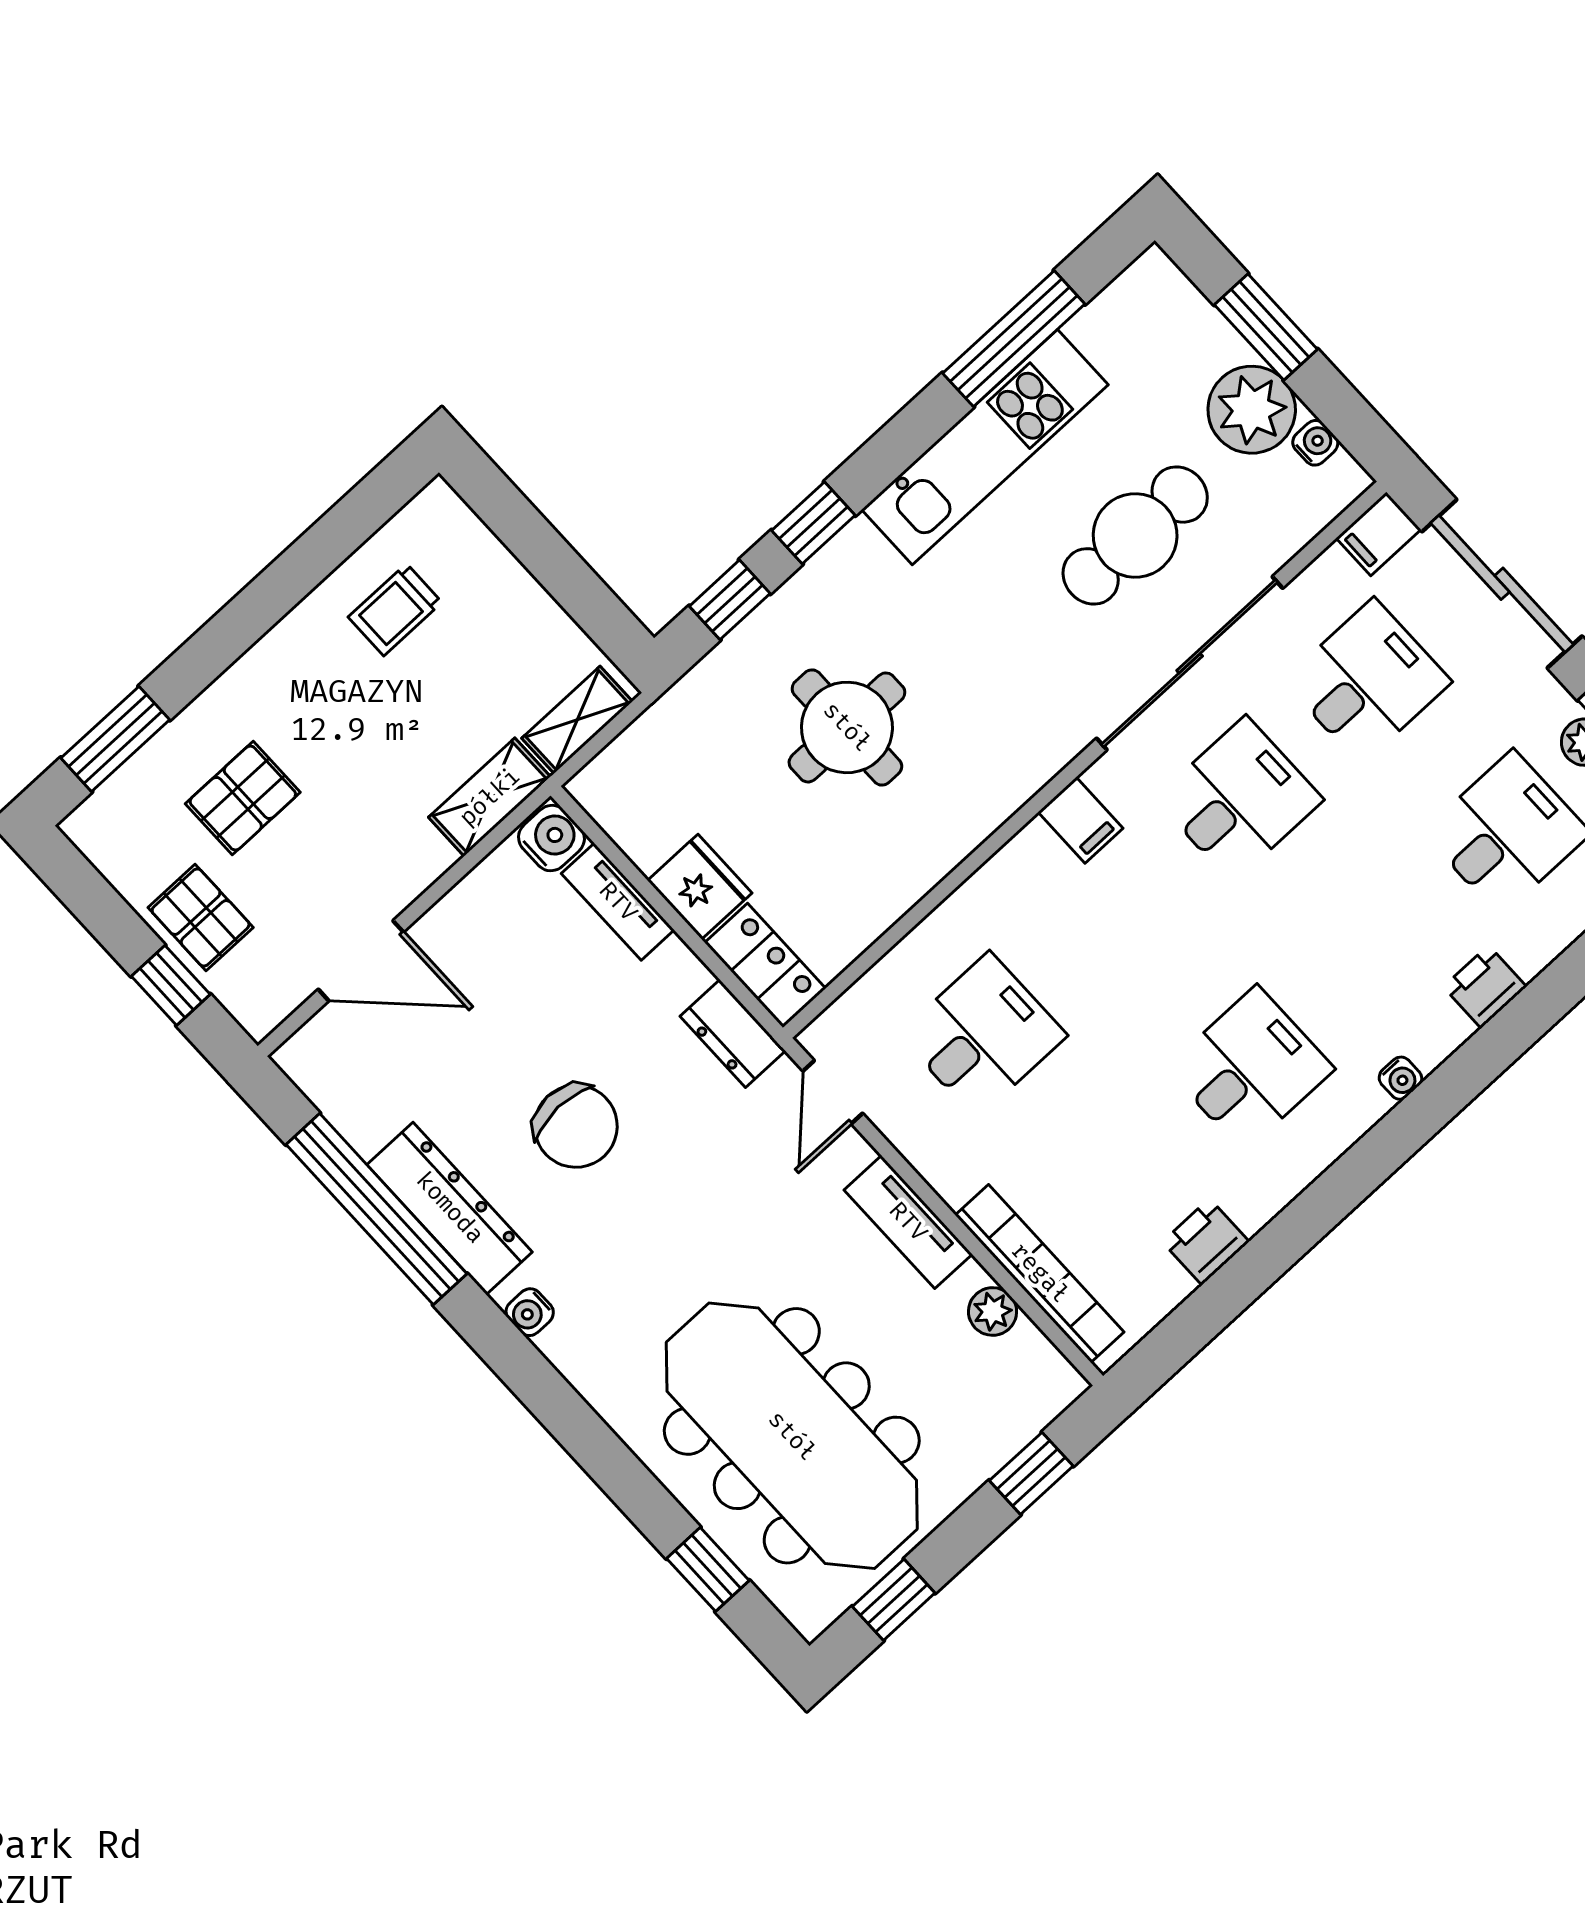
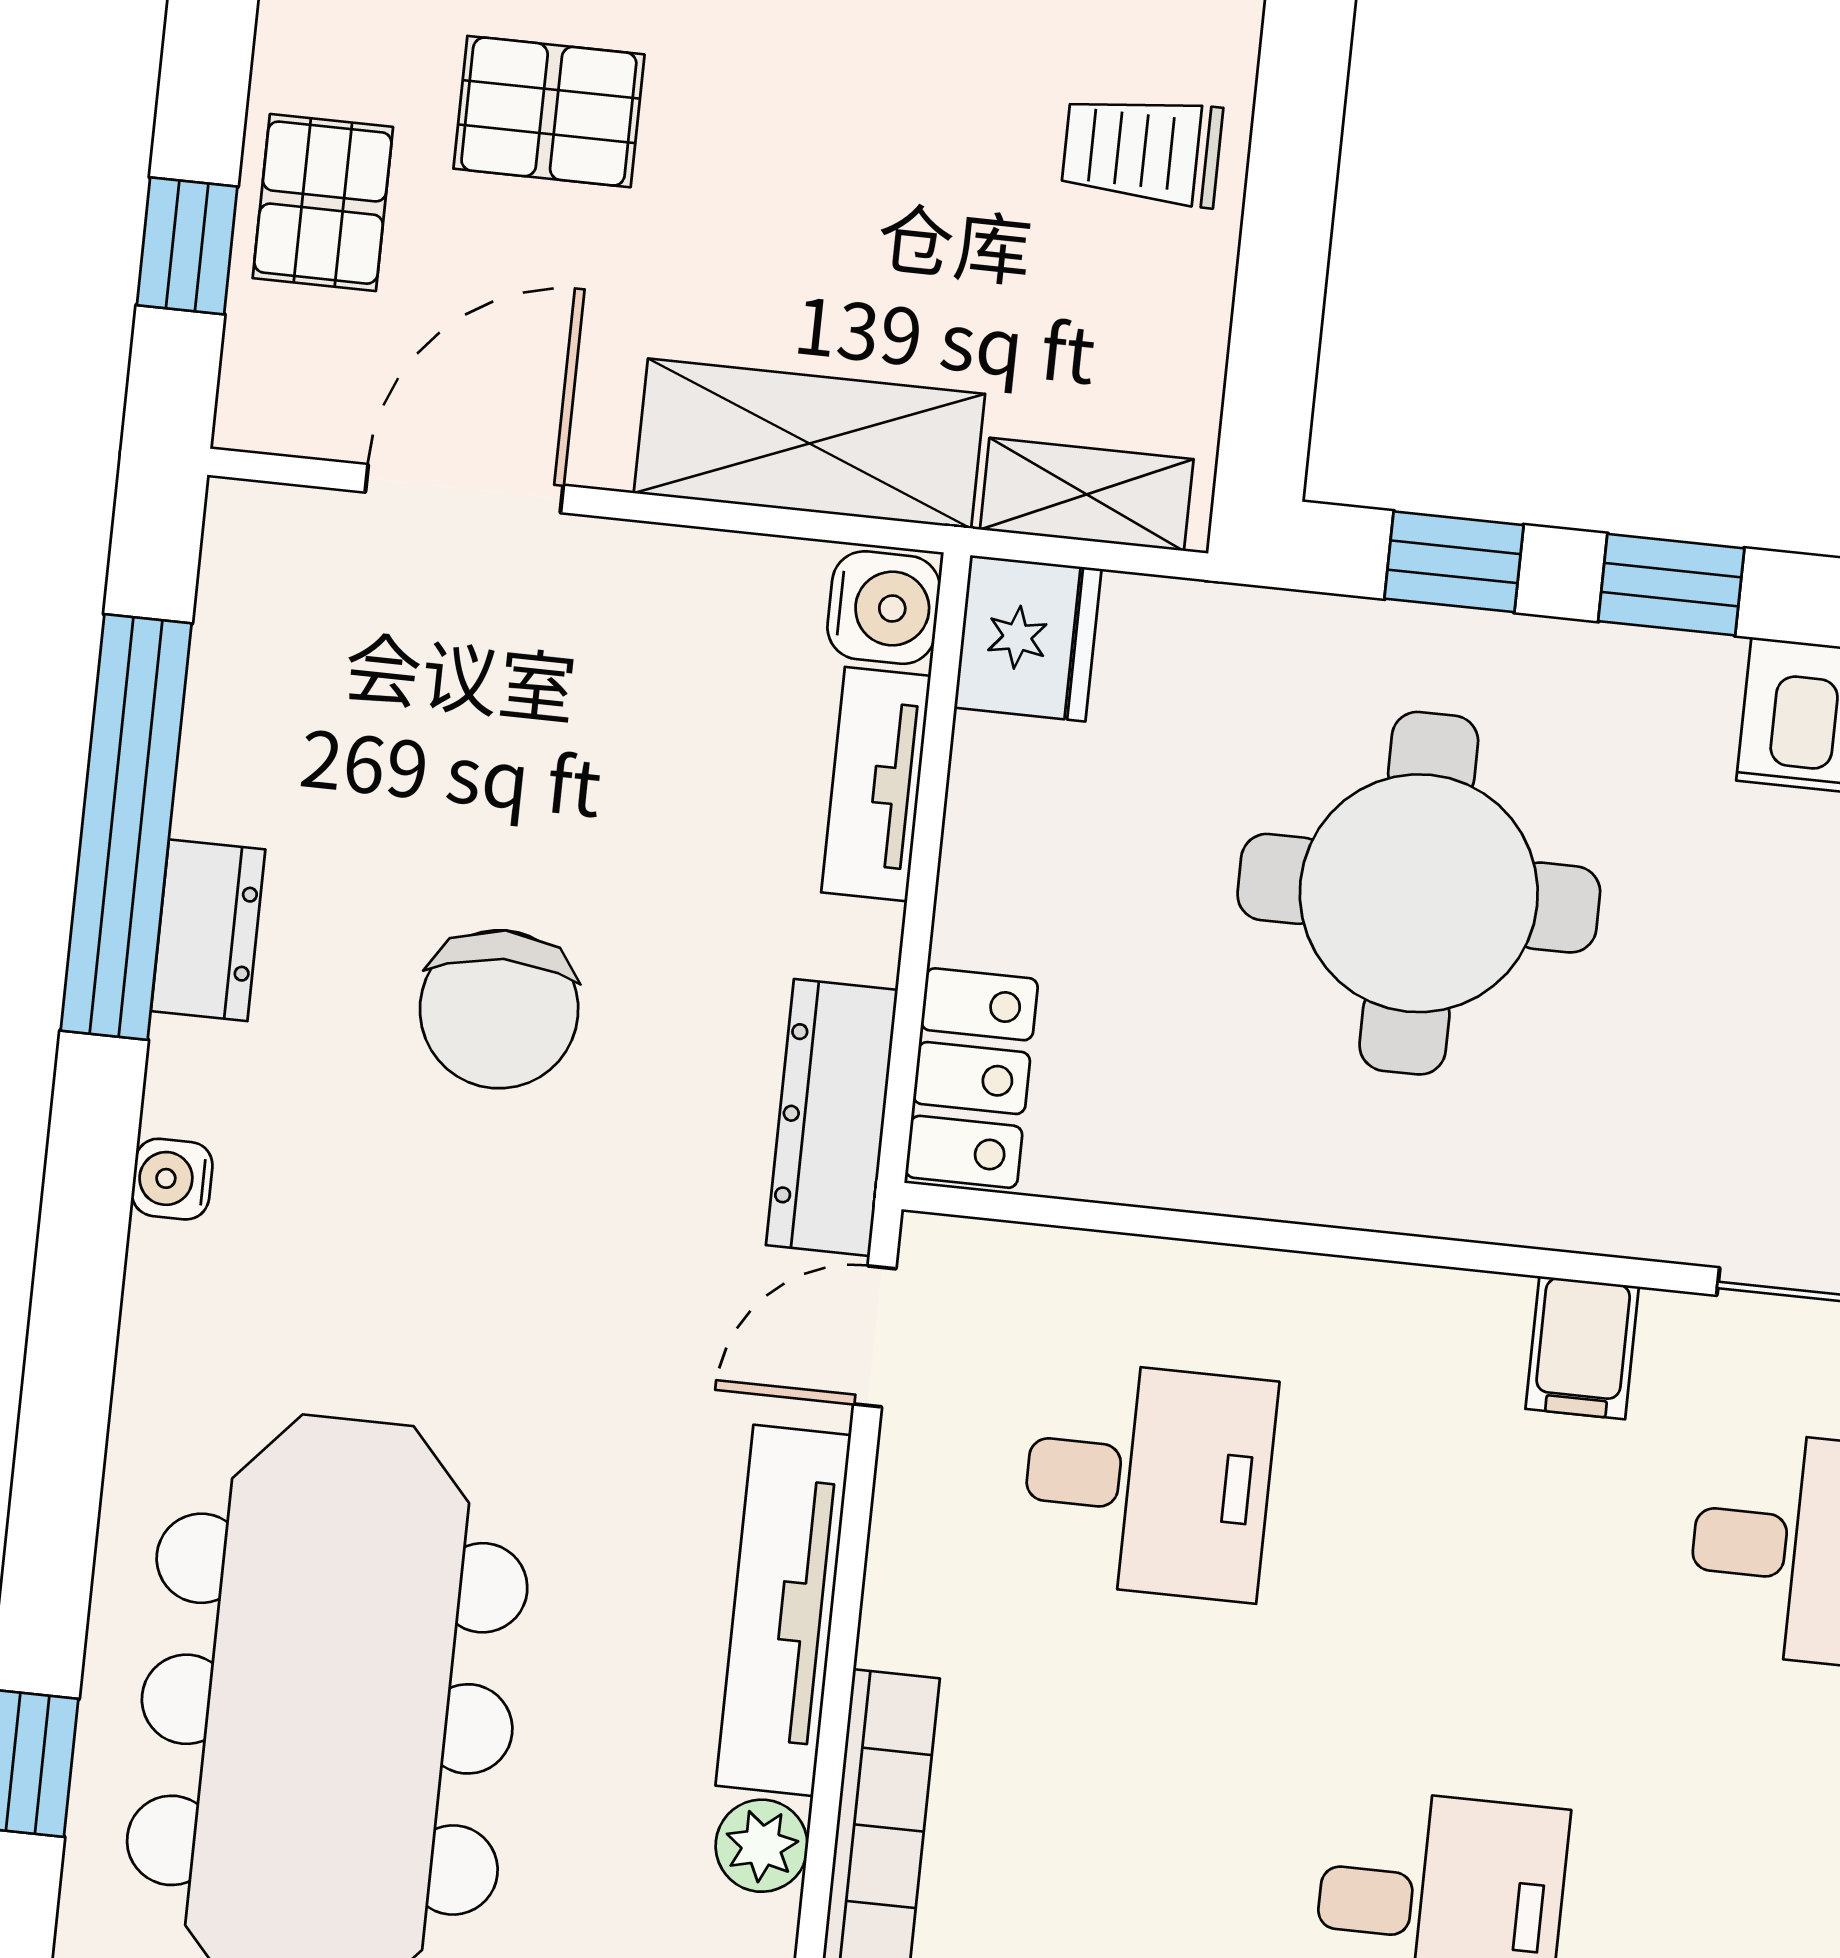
trolley: (395, 610) -> (1142, 150), moved
round table: (847, 727) -> (1419, 893), width x1.36, depth x1.36
shelving: (490, 797) -> (809, 443), width x1.50, depth x1.33
fridge: (700, 887) -> (1028, 638), moved
door: (361, 961) -> (464, 489), swing flipped
dresser: (733, 1034) -> (832, 1118), width x1.44
dresser: (450, 1208) -> (208, 930), width x0.51, depth x0.80
tv unit: (908, 1222) -> (783, 1610), width x1.41

